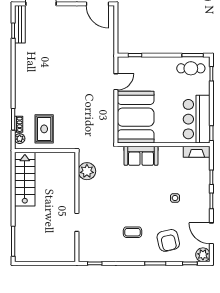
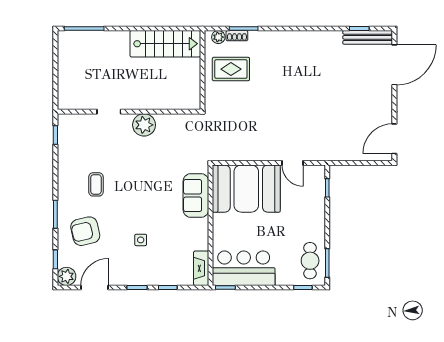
plant: (87, 171) -> (144, 125), moved

